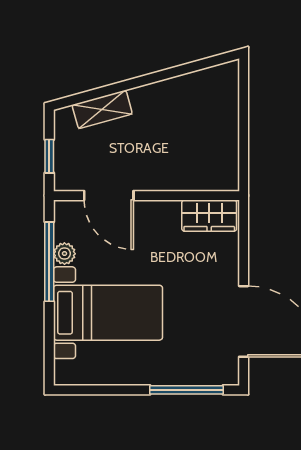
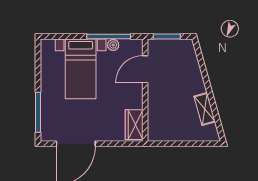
shelving: (102, 109) -> (205, 109), moved
window: (49, 156) -> (167, 37), width x1.50

